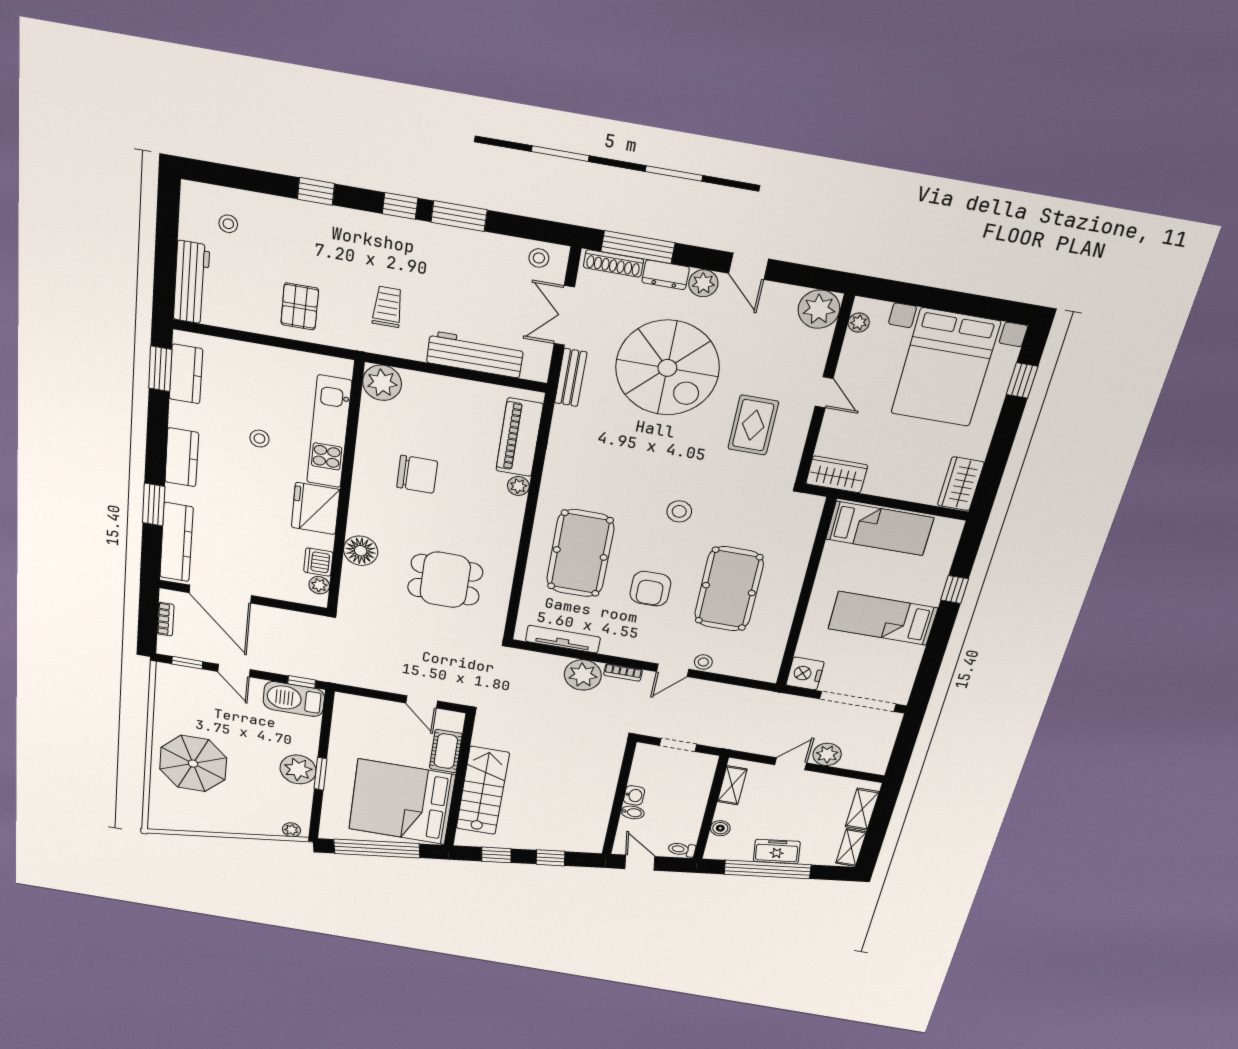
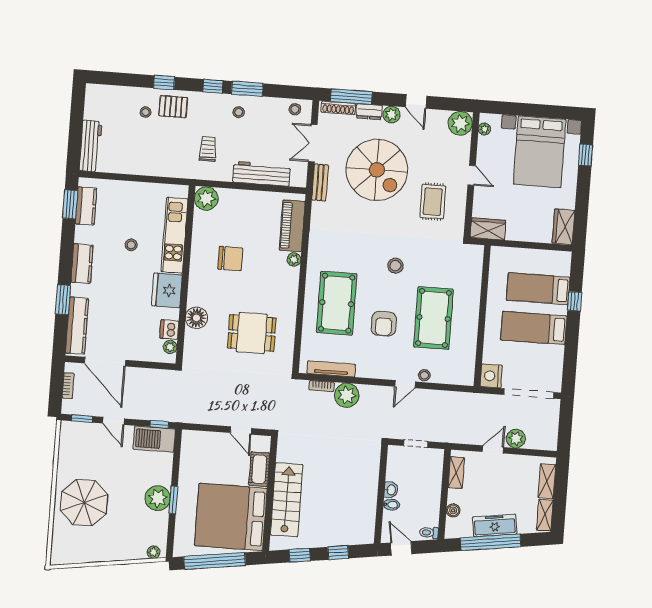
stool: (228, 224) -> (146, 112), moved
stool: (442, 253) -> (239, 112), added
pallet: (300, 306) -> (173, 107), moved, turned 90
bed: (880, 528) -> (538, 289), moved, turned 180
bookcase: (623, 672) -> (322, 386), moved
freezer: (777, 851) -> (495, 525), width x1.40

